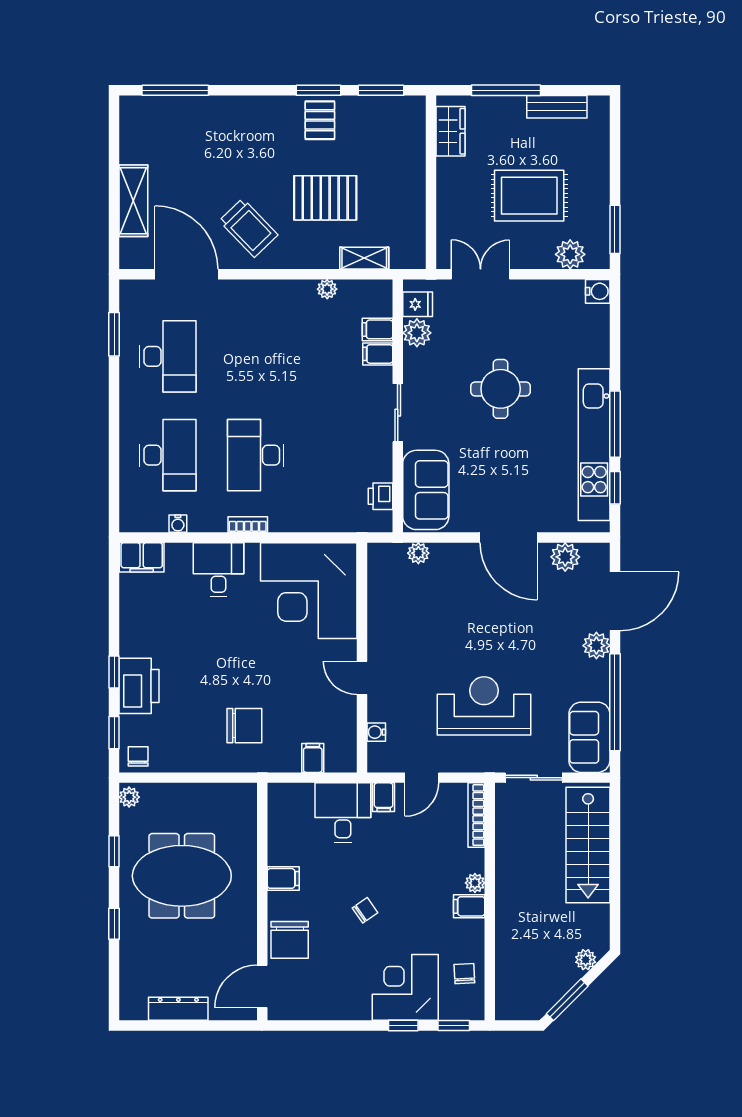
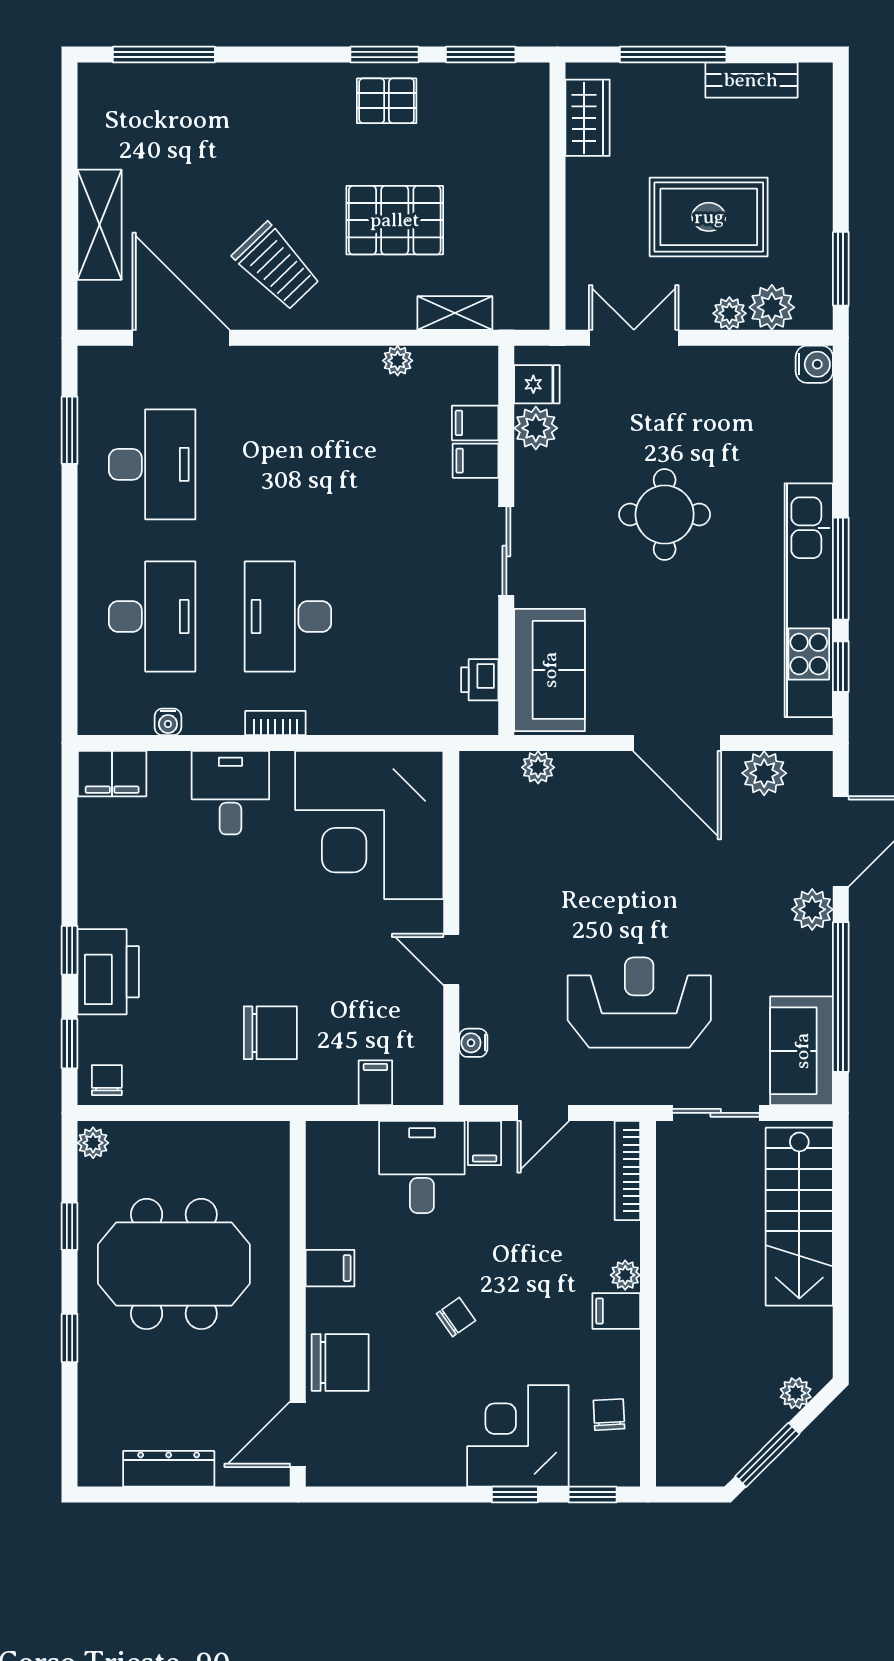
pallet: (320, 120) -> (387, 101), turned 90
plant: (543, 258) -> (729, 313), added
chair: (290, 940) -> (340, 1362), turned -90

